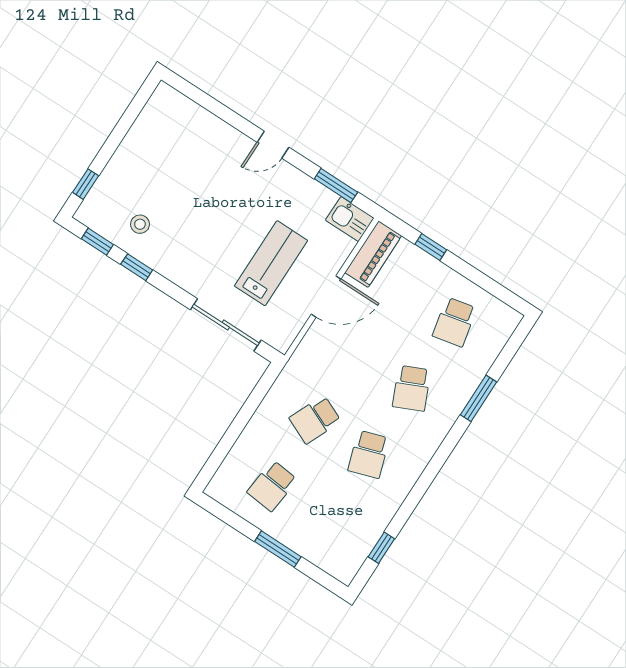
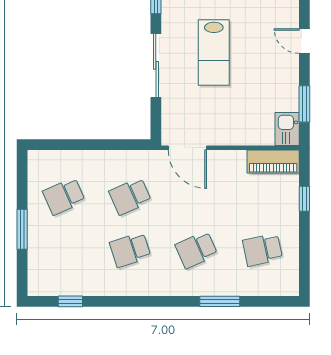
lab bench: (271, 263) -> (214, 52), moved, turned 90
door: (326, 296) -> (187, 148), moved
sliding door: (226, 325) -> (156, 65), moved
school desk: (315, 420) -> (130, 196), turned -48
school desk: (272, 486) -> (64, 196), turned -30

